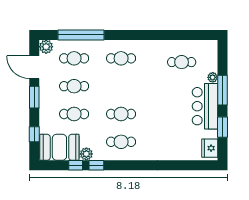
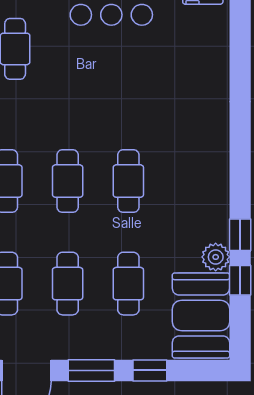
window: (34, 134) -> (150, 370), moved
cafe table: (121, 142) -> (68, 181), moved

